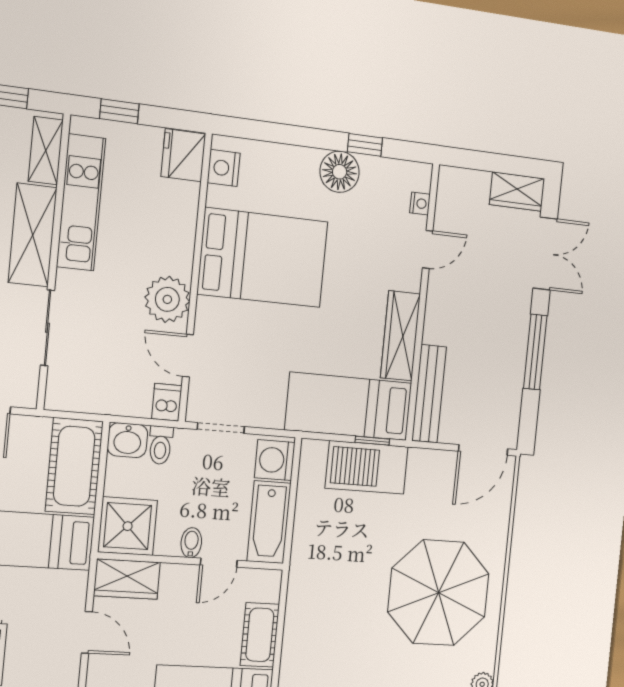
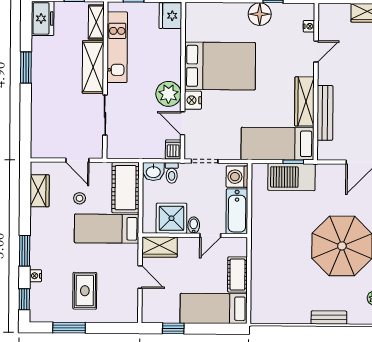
nightstand: (224, 168) -> (193, 100), moved
bench: (429, 394) -> (325, 113), moved
shower: (128, 526) -> (171, 218), moved

